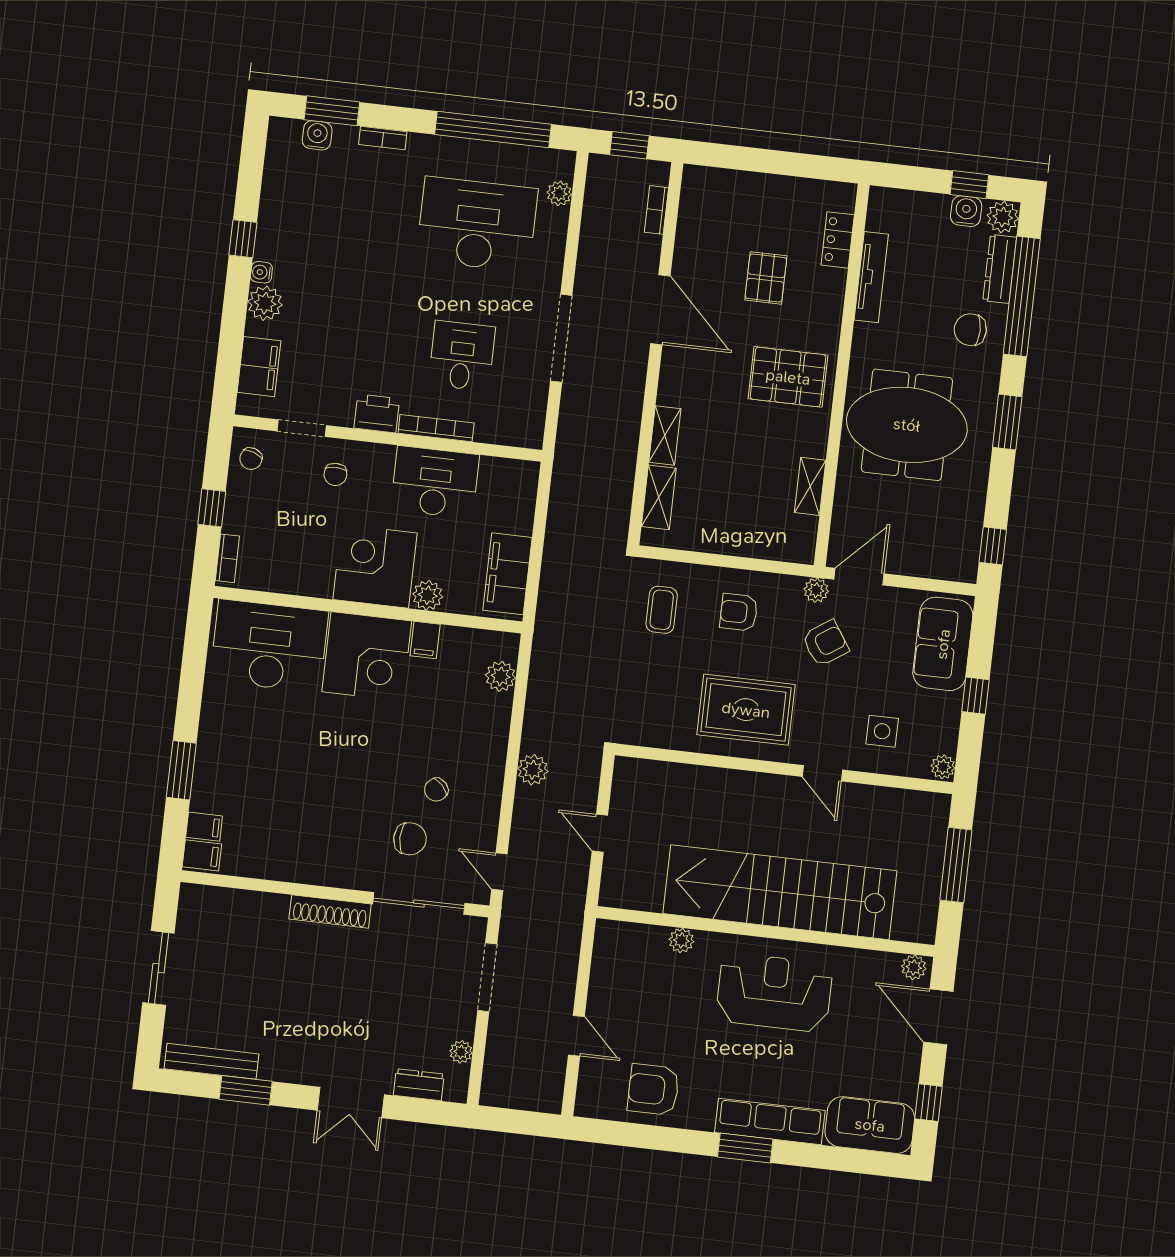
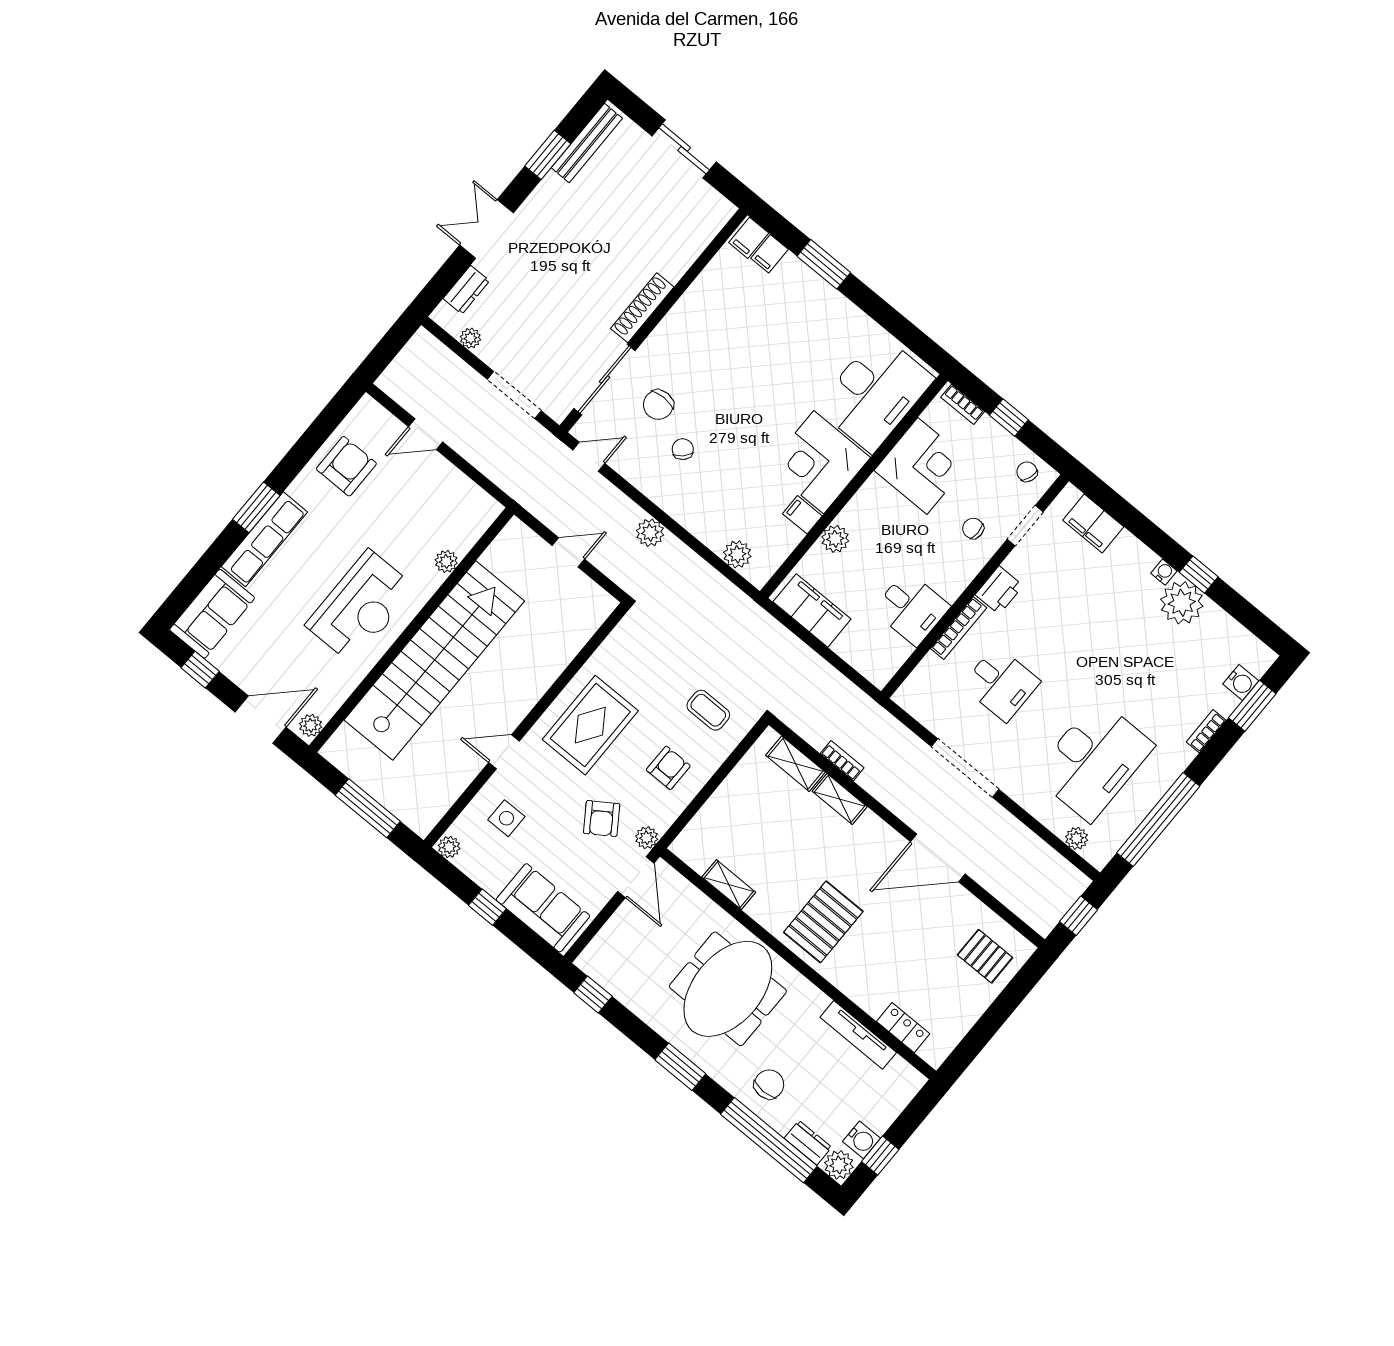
bookcase: (656, 210) -> (842, 761), moved
dresser: (1000, 269) -> (808, 1143), width x0.70
pallet: (766, 278) -> (985, 956), moved
plant: (265, 303) -> (1182, 603), moved, width x1.36, depth x1.36
desk: (435, 482) -> (911, 608), width x0.73
corner desk: (375, 566) -> (922, 466), moved

